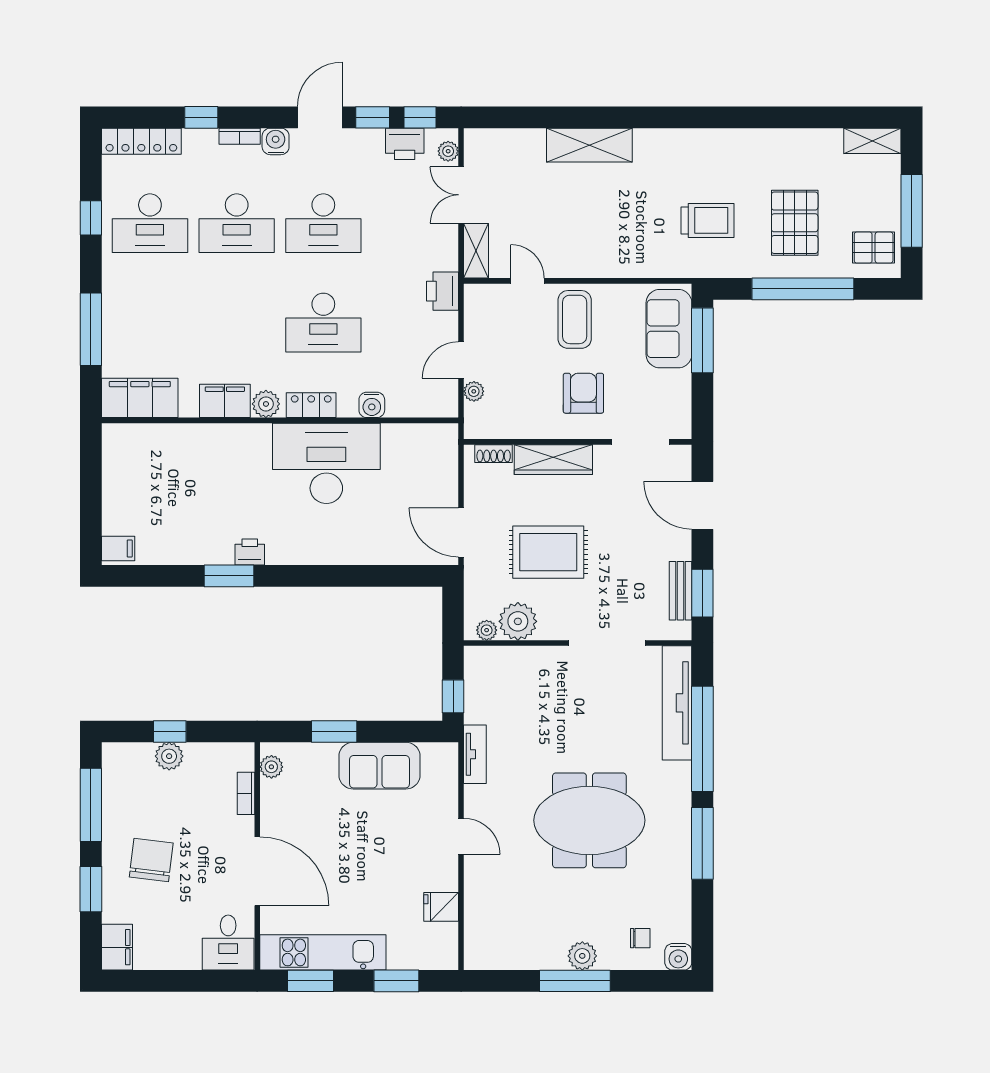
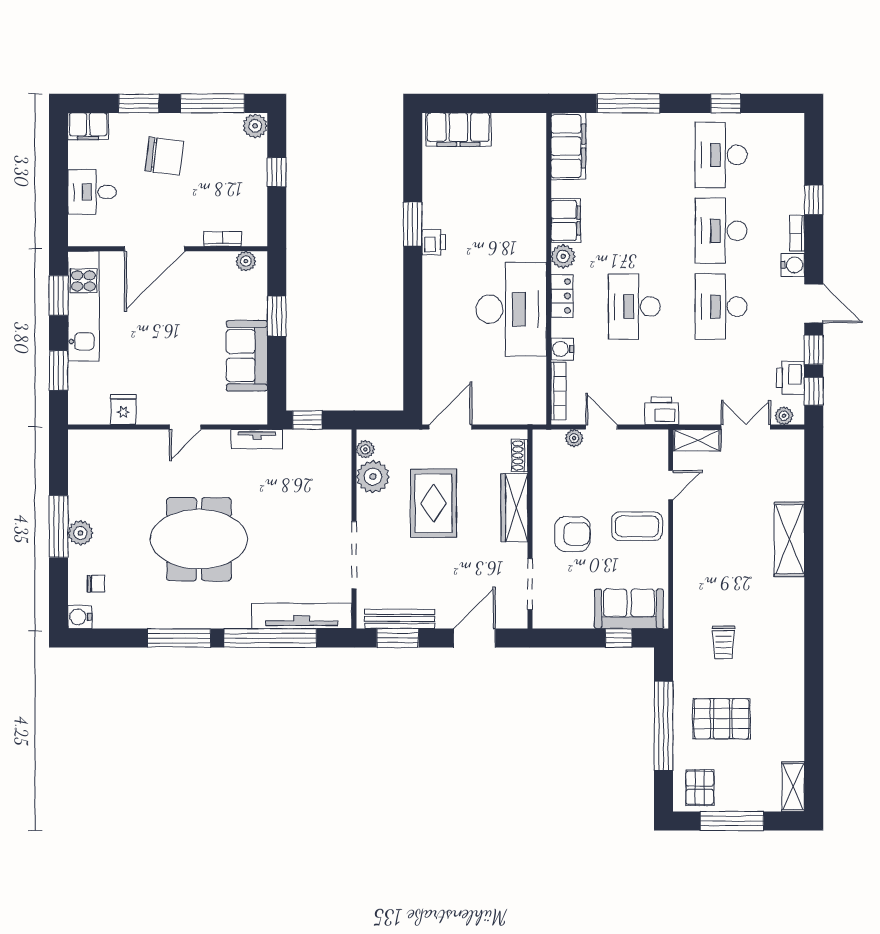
locker: (141, 141) -> (793, 147), removed
trolley: (707, 220) -> (723, 642), width x0.73, depth x0.72
window: (702, 340) -> (619, 638), width x0.46
bookcase: (420, 409) -> (558, 391), added
filing cabinet: (118, 548) -> (458, 130), width x3.00, depth x1.17
bench: (681, 591) -> (400, 619), width x1.36
plant: (169, 756) -> (255, 126), moved
meeting table: (589, 820) -> (199, 539), turned 90
chair: (640, 938) -> (96, 584), turned -90
desk: (228, 943) -> (92, 192), moved

